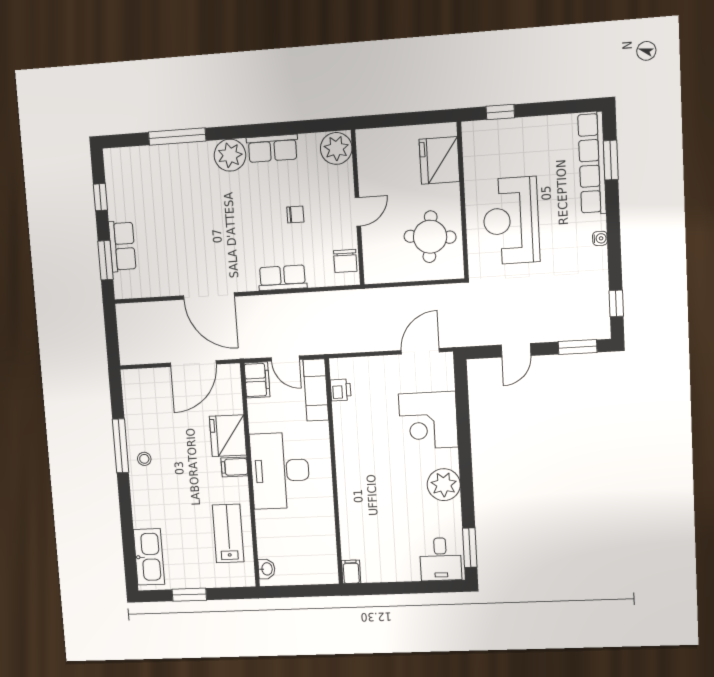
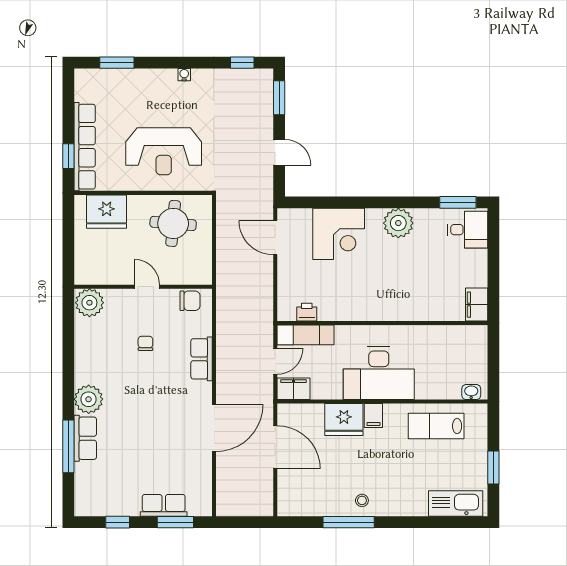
row of seats: (272, 148) -> (85, 438), moved
row of seats: (592, 163) -> (85, 147), moved, turned -90
filing cabinet: (351, 572) -> (477, 305), width x2.00

